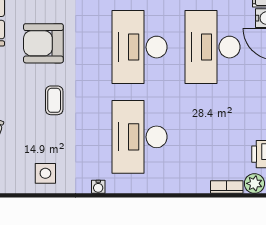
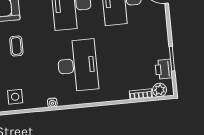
desk: (140, 137) -> (78, 65), turned 180

